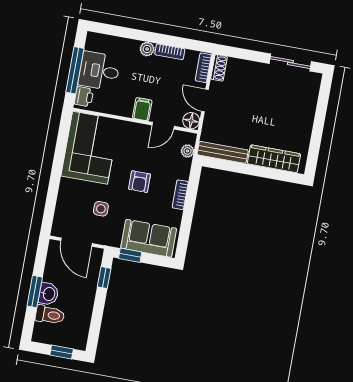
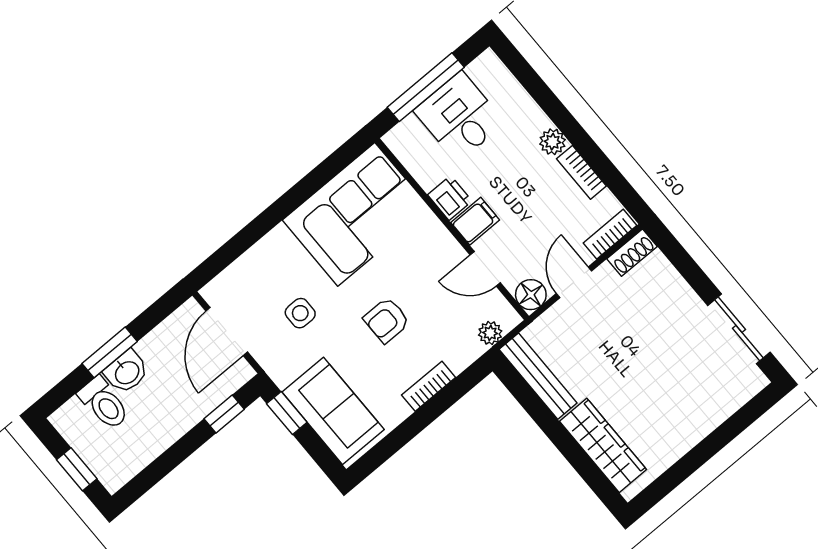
printer: (84, 97) -> (450, 198), moved, turned -90

